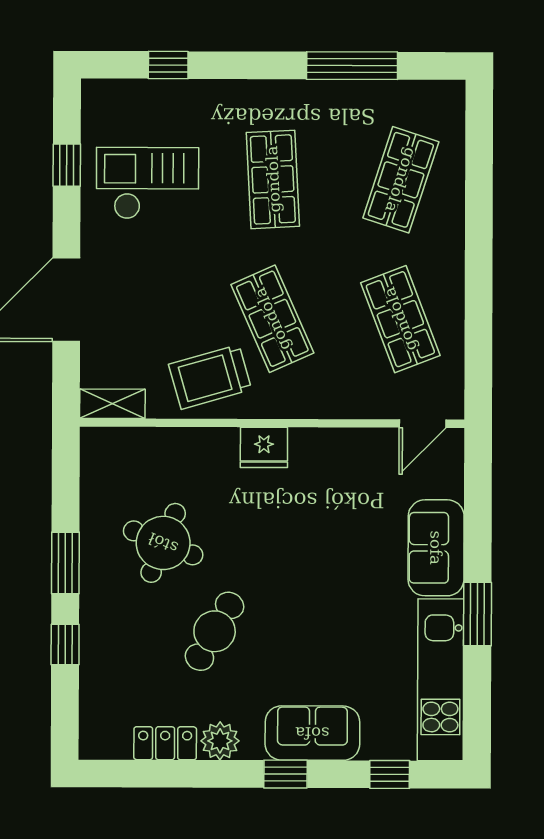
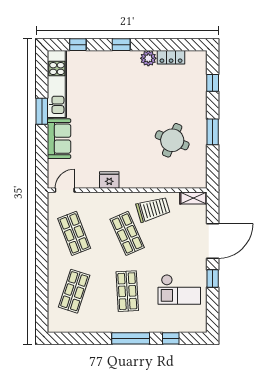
window: (352, 66) -> (131, 338), moved
window: (67, 165) -> (213, 279), moved
fridge: (264, 447) -> (109, 180), moved
cafe table: (215, 631) -> (151, 104), removed
window: (65, 645) -> (213, 83), moved
sofa: (312, 733) -> (110, 62), removed

